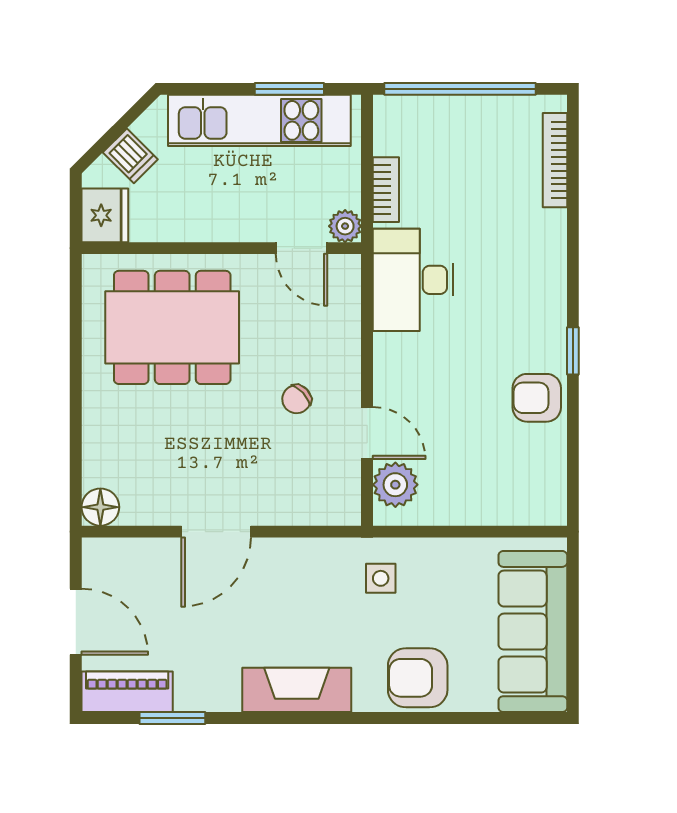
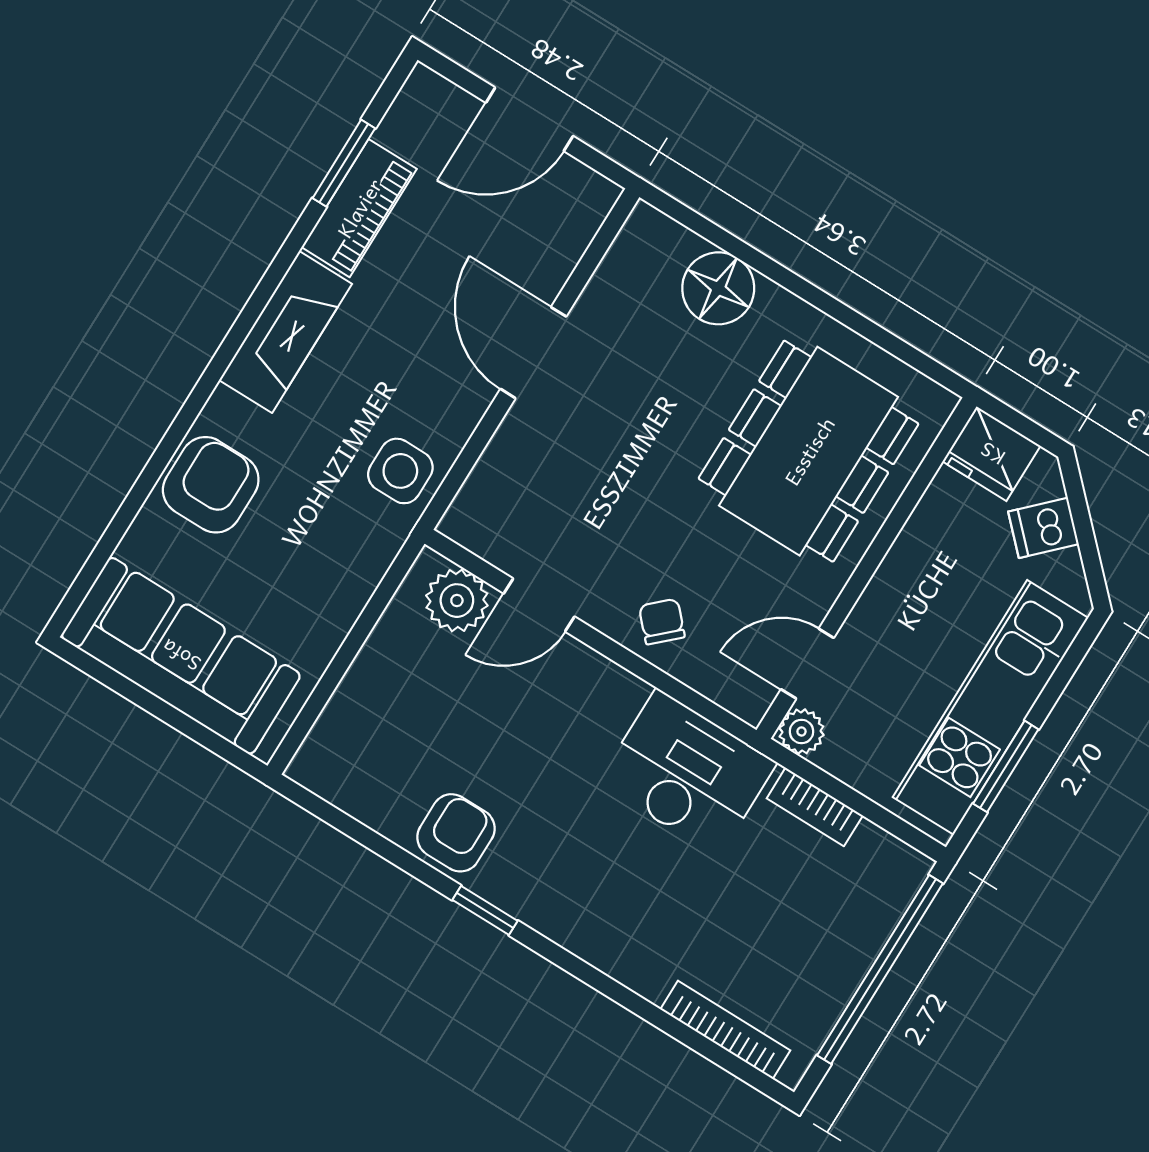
chair: (297, 399) -> (662, 622), moved
floor lamp: (100, 507) -> (718, 288), moved, width x1.38, depth x1.38
side table: (381, 578) -> (400, 471), moved, width x1.37, depth x1.37
piano: (127, 692) -> (359, 208), moved

